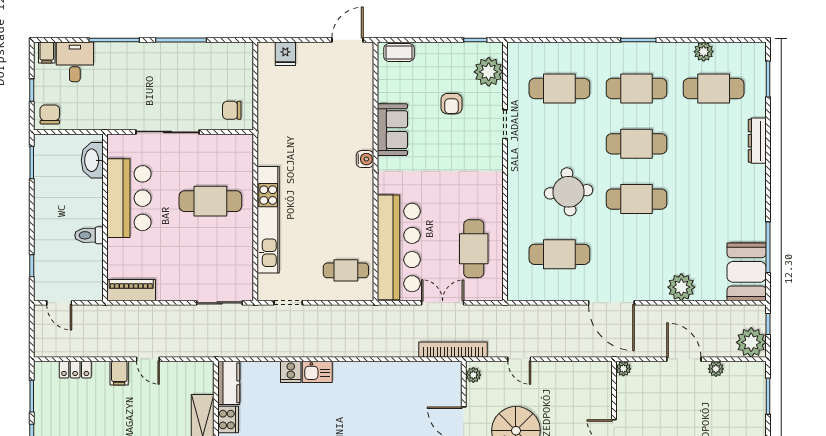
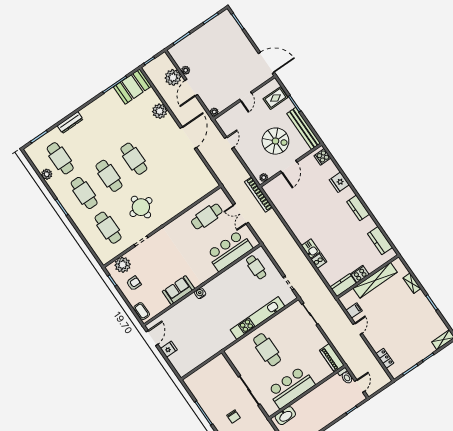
door: (348, 40) -> (152, 338), swing flipped
fridge: (285, 54) -> (169, 349), moved
armchair: (452, 104) -> (134, 283), moved
chair: (232, 110) -> (234, 416), moved
round table: (569, 192) -> (141, 207), moved
toilet: (89, 235) -> (346, 376), moved
bar counter: (399, 247) -> (229, 251), width x0.73
cafe table: (559, 254) -> (183, 176), removed
plant: (751, 342) -> (173, 77), moved
door: (519, 359) -> (229, 143), moved
filing cabinet: (119, 373) -> (354, 310), moved

